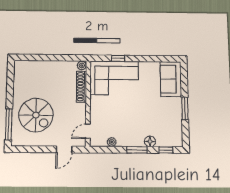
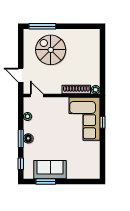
sofa: (171, 79) -> (50, 170), moved
window: (185, 108) -> (46, 182), moved
spiral stairs: (36, 115) -> (51, 50), turned 90
floor lamp: (150, 141) -> (28, 138), moved

